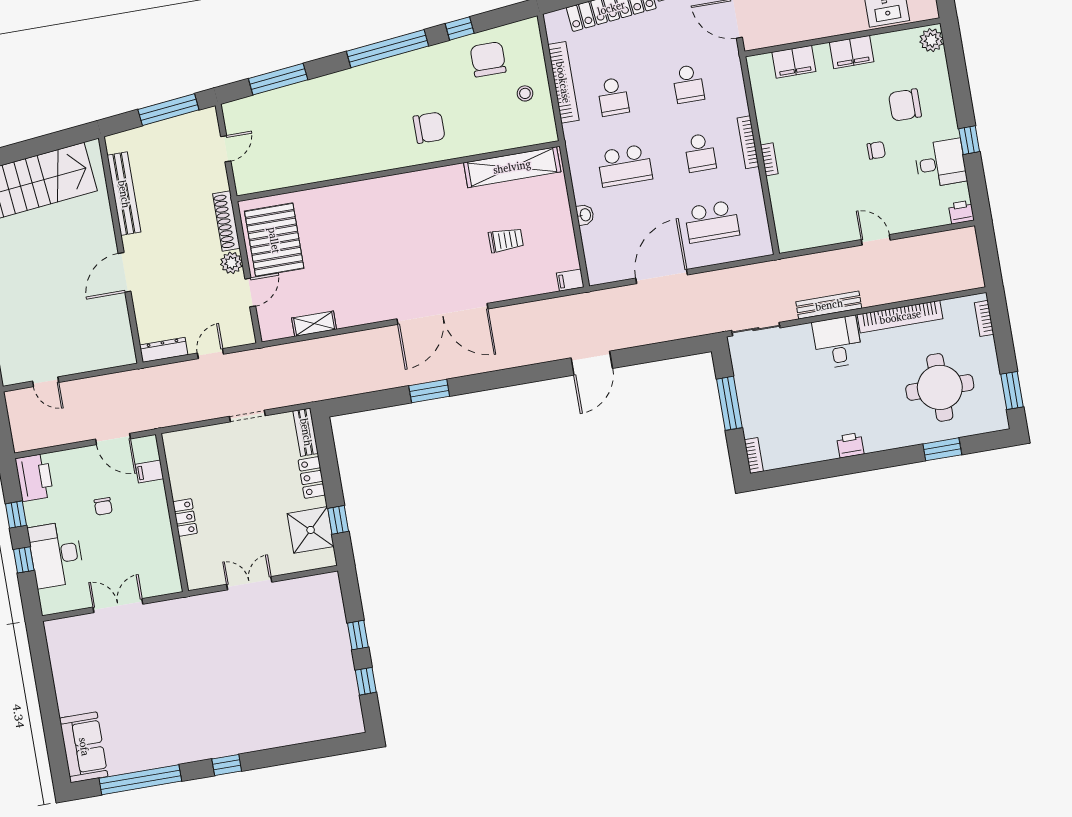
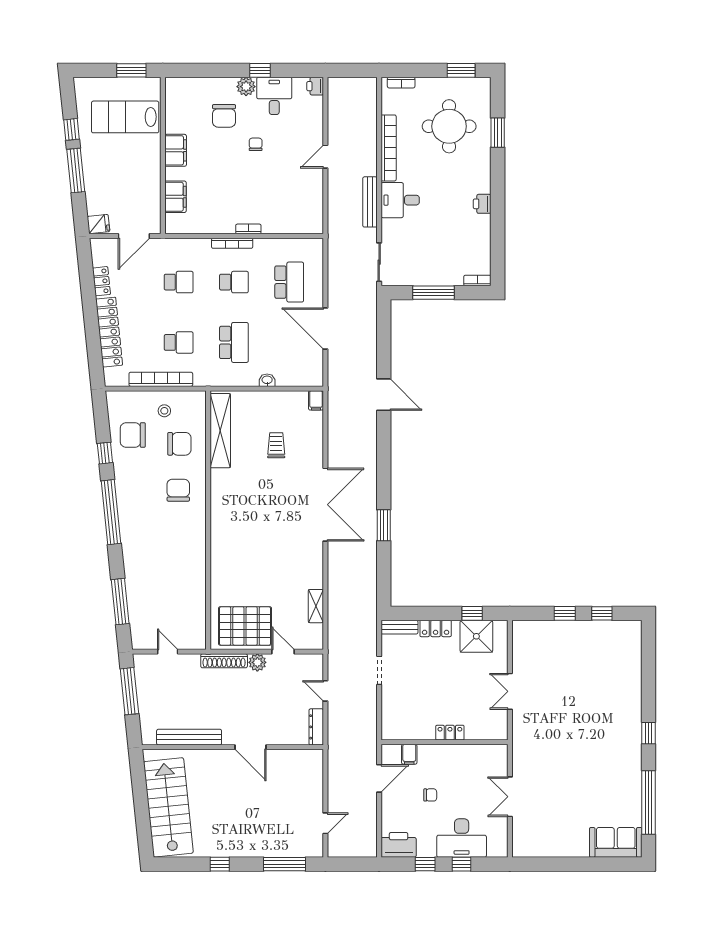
plant: (931, 40) -> (246, 87), moved
chair: (487, 119) -> (179, 444), added

